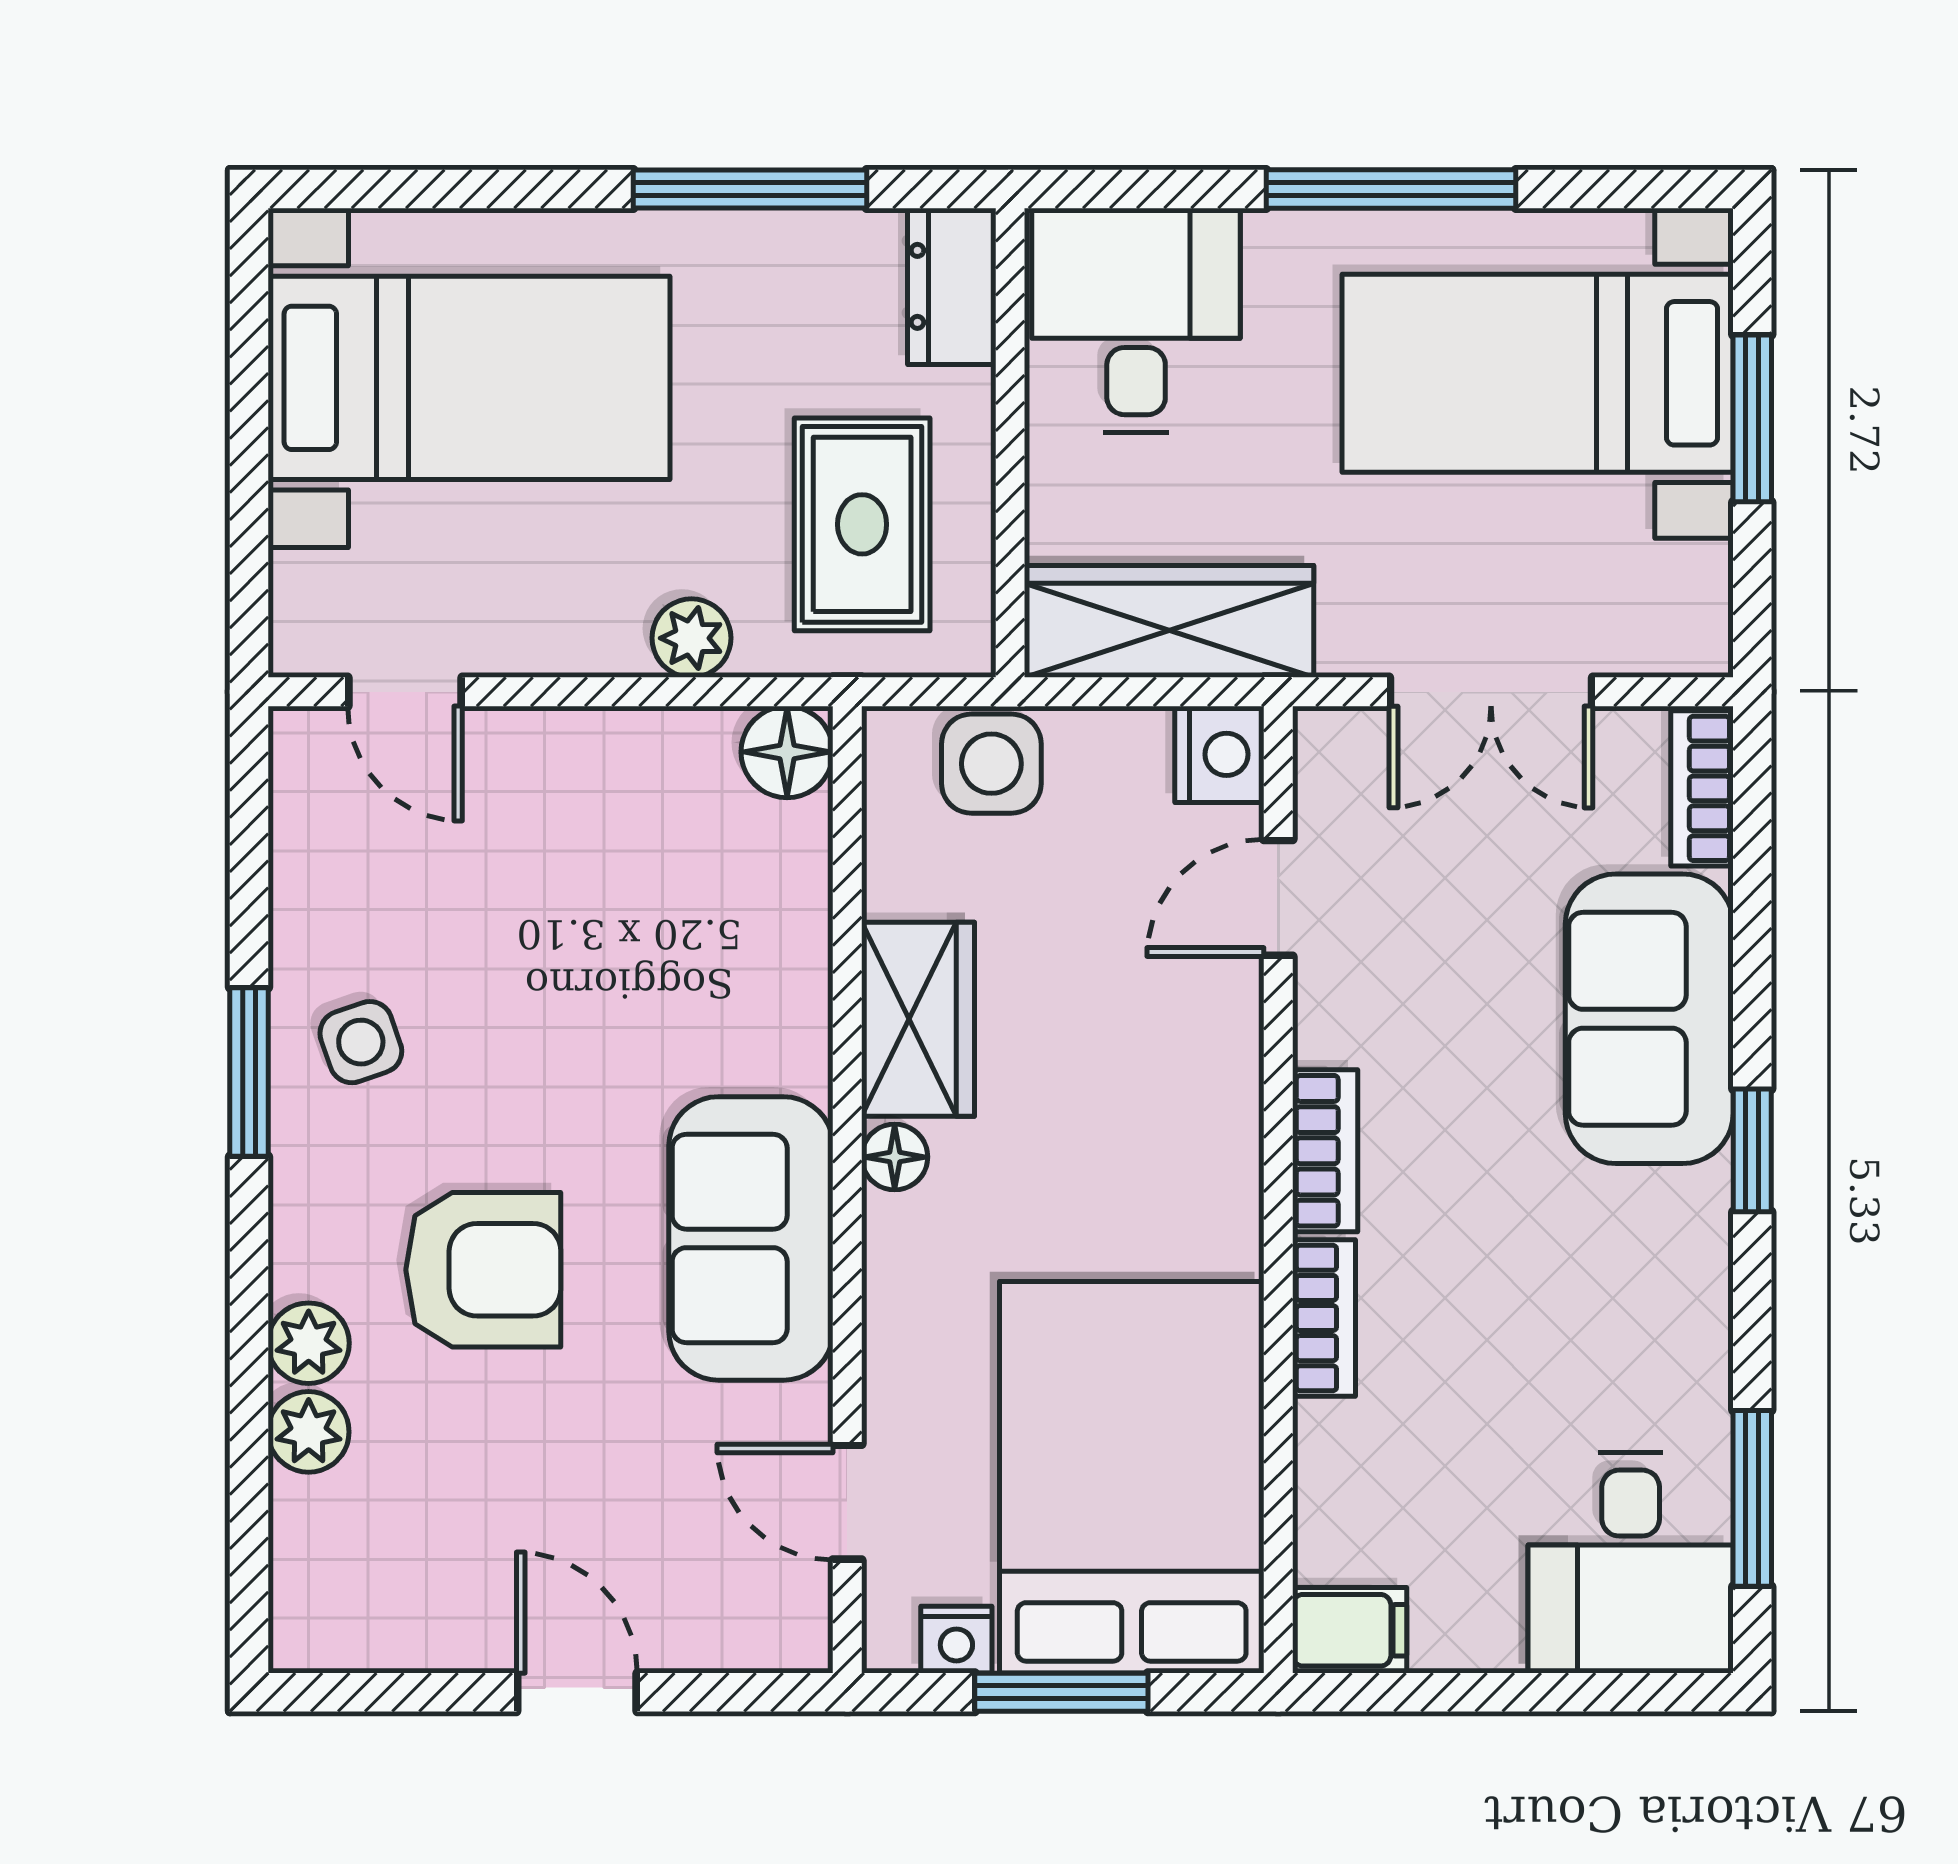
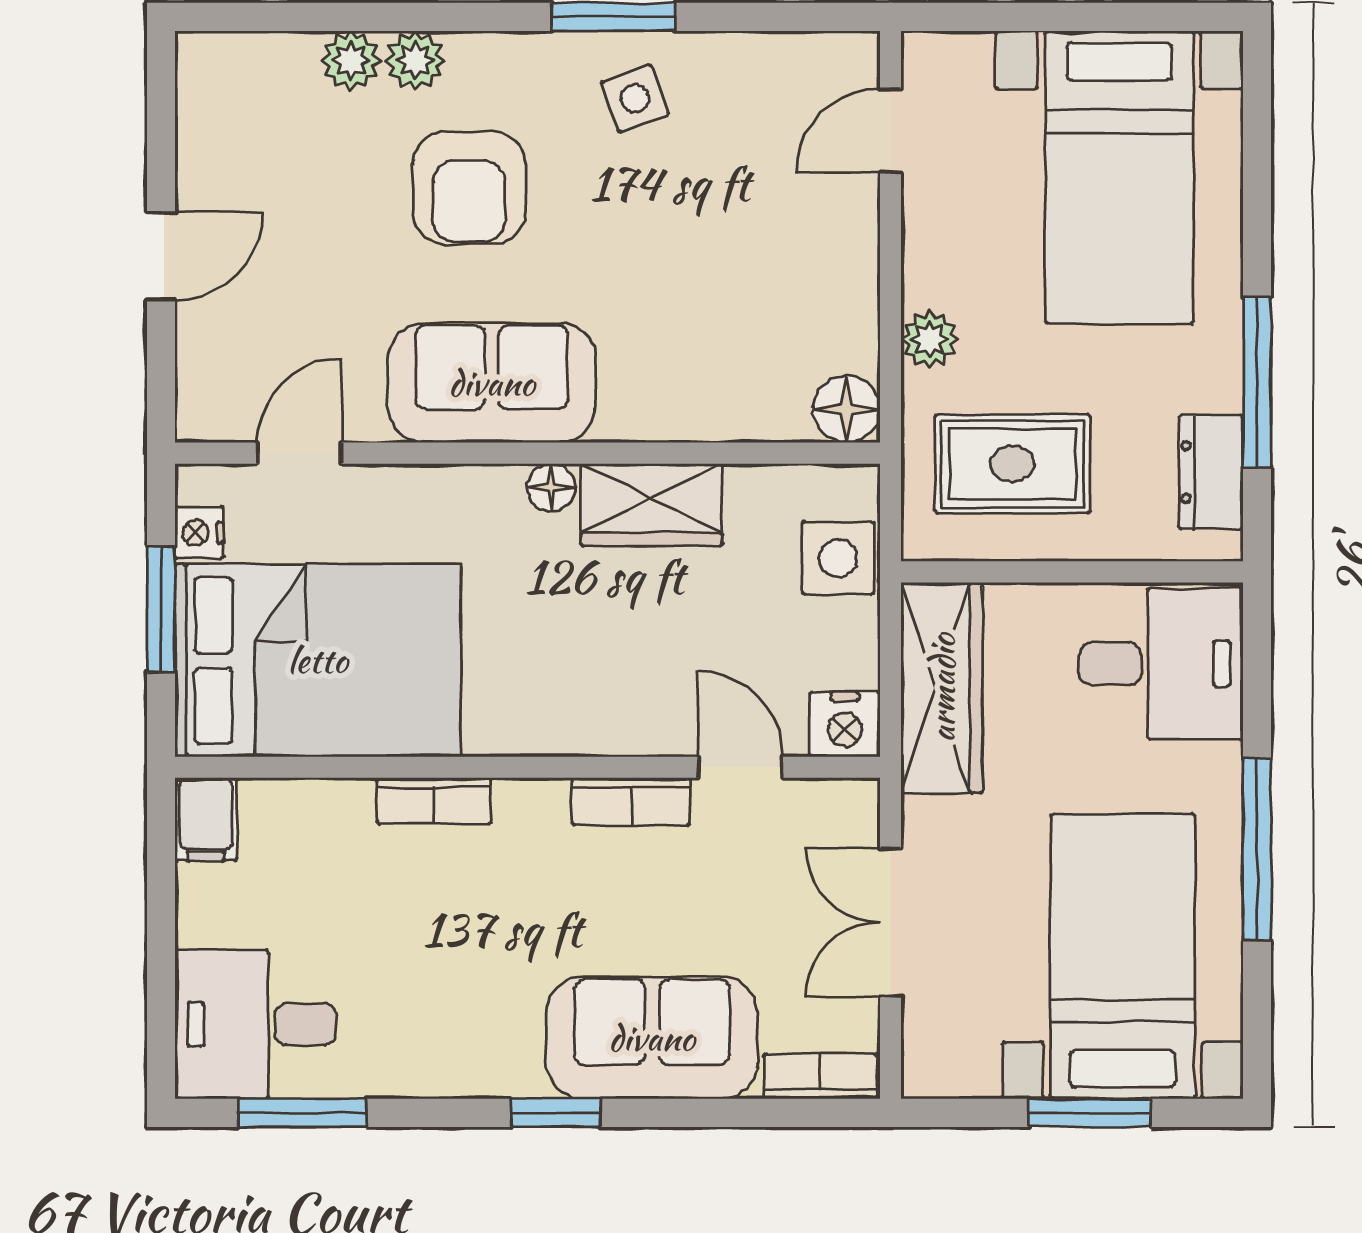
dresser: (952, 286) -> (1211, 472), moved, turned -90
bookcase: (1325, 1151) -> (631, 801), moved

